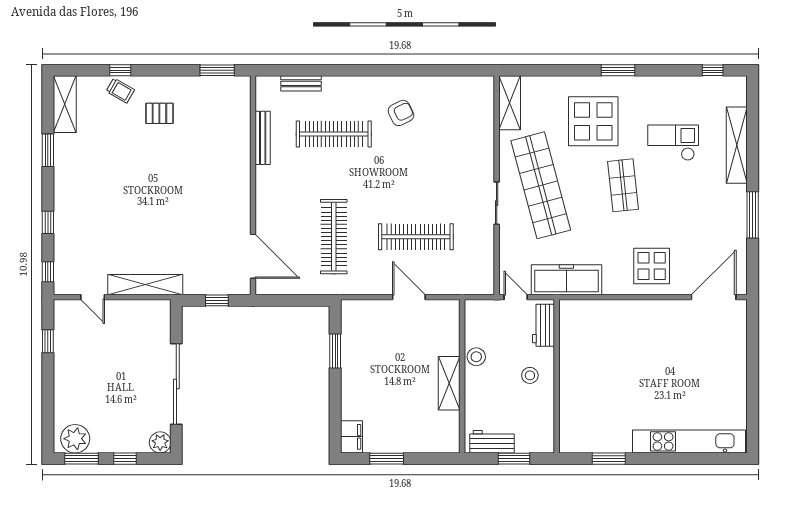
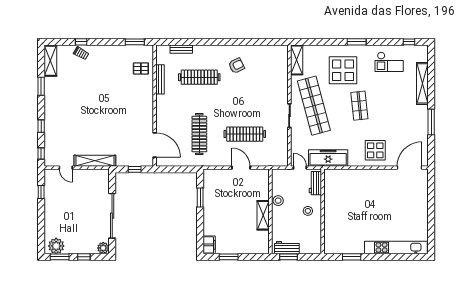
pallet: (159, 113) -> (141, 68), moved
checkout: (673, 143) -> (389, 62), moved, turned 180
window: (514, 459) -> (289, 257), moved

